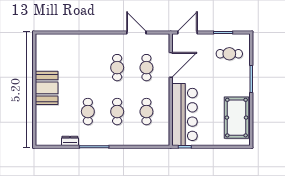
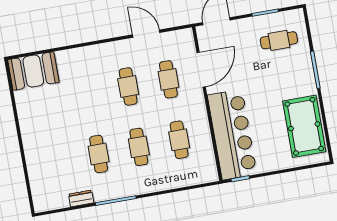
booth: (47, 88) -> (33, 71), moved, turned 90

